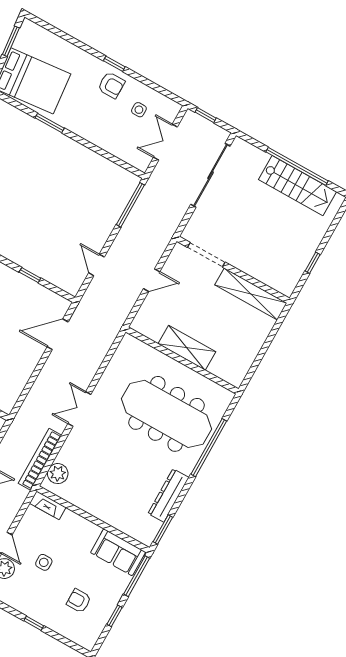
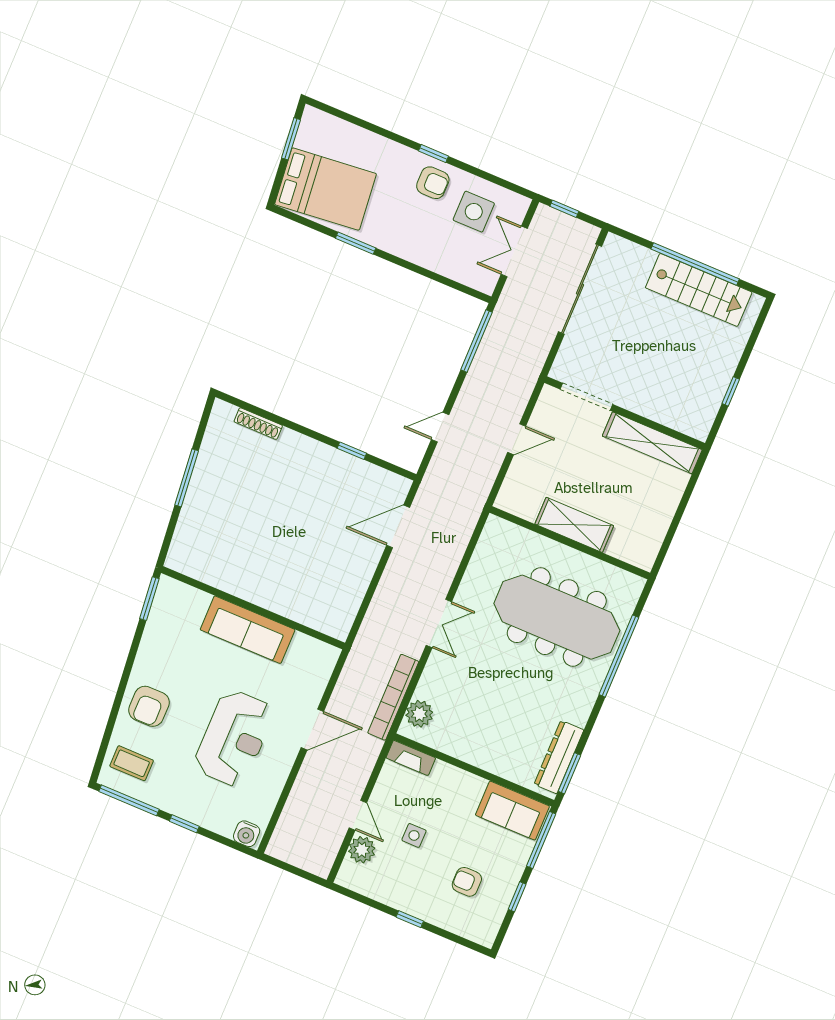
side table: (139, 110) -> (474, 212), width x1.87, depth x1.87
door: (97, 265) -> (440, 427), hinge flipped
double door: (79, 409) -> (439, 624), swing flipped
dresser: (168, 495) -> (559, 757), moved

